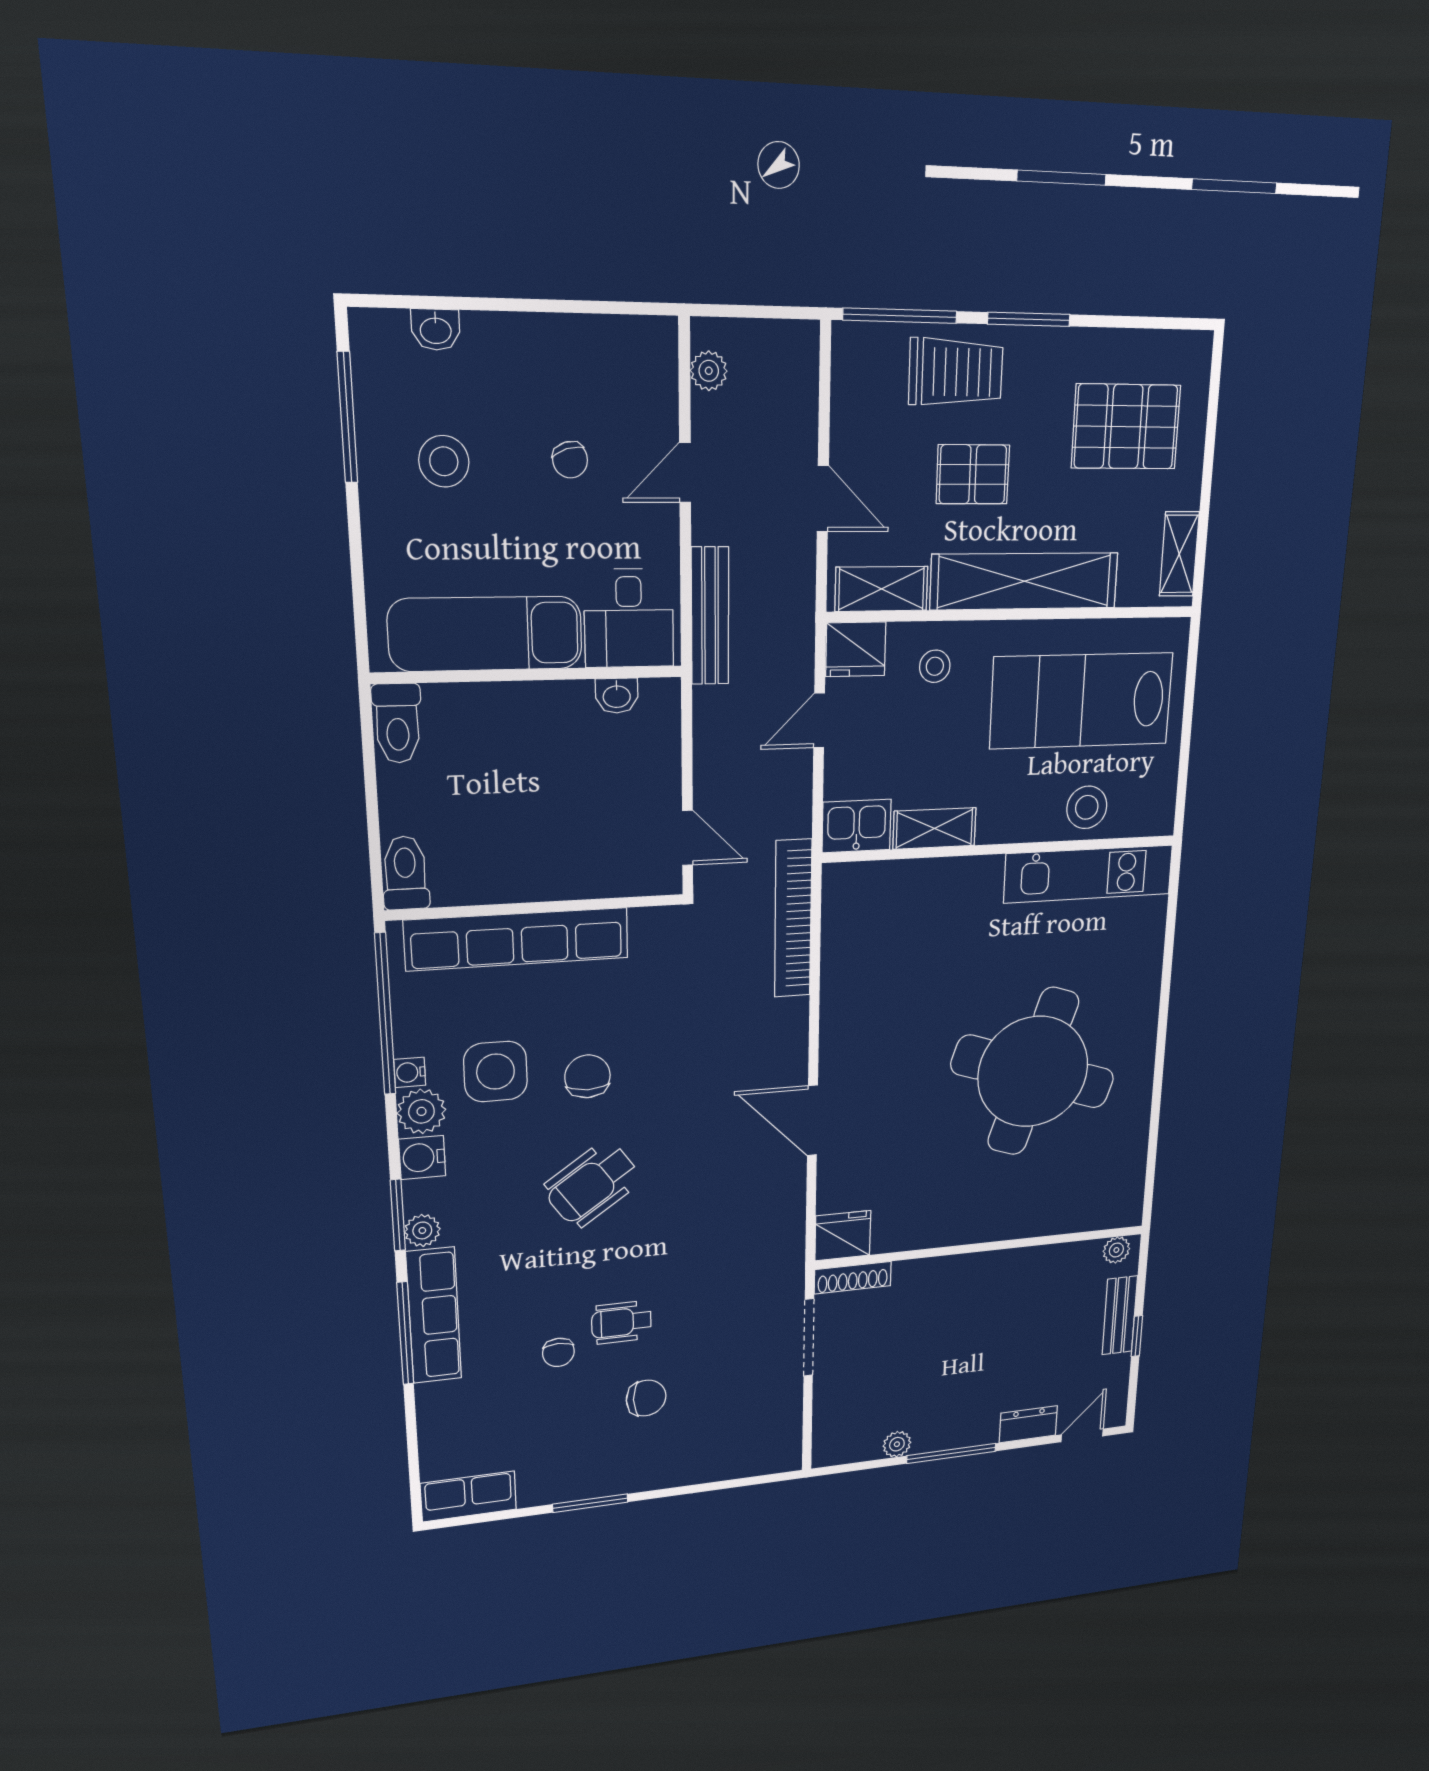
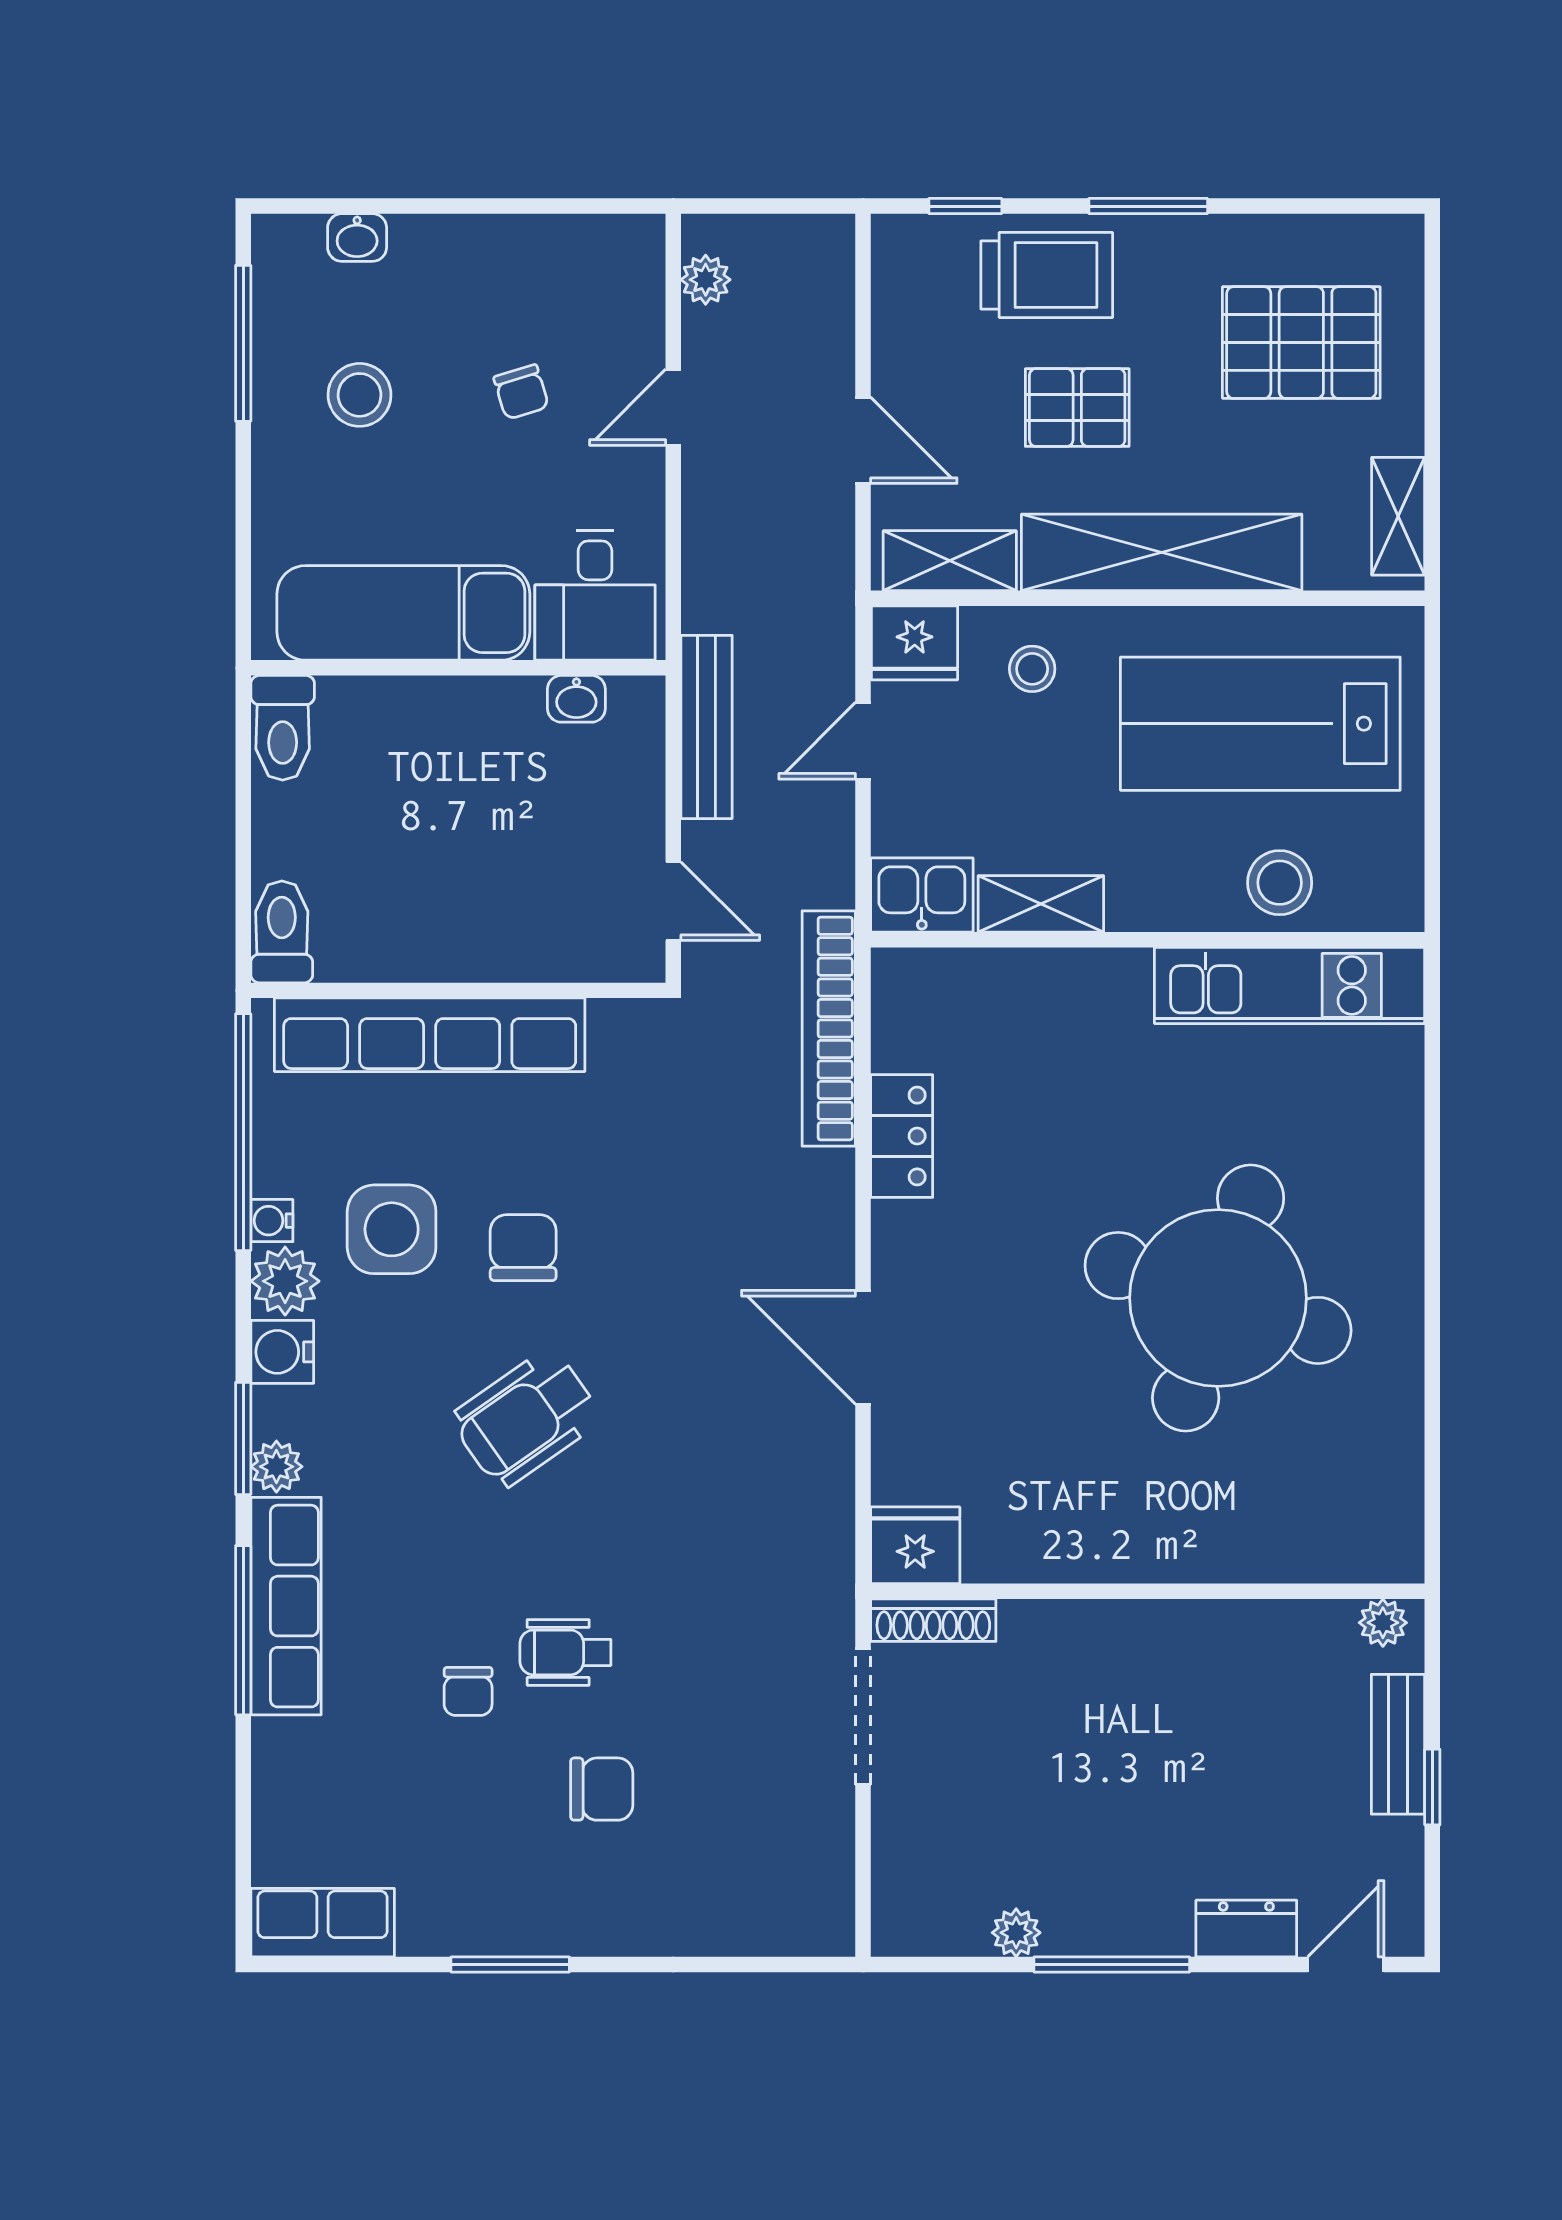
window: (900, 316) -> (965, 206), width x0.46
bench: (710, 616) -> (707, 727), moved
locker: (840, 986) -> (902, 1136), added

